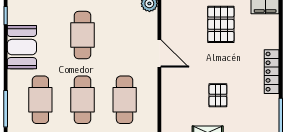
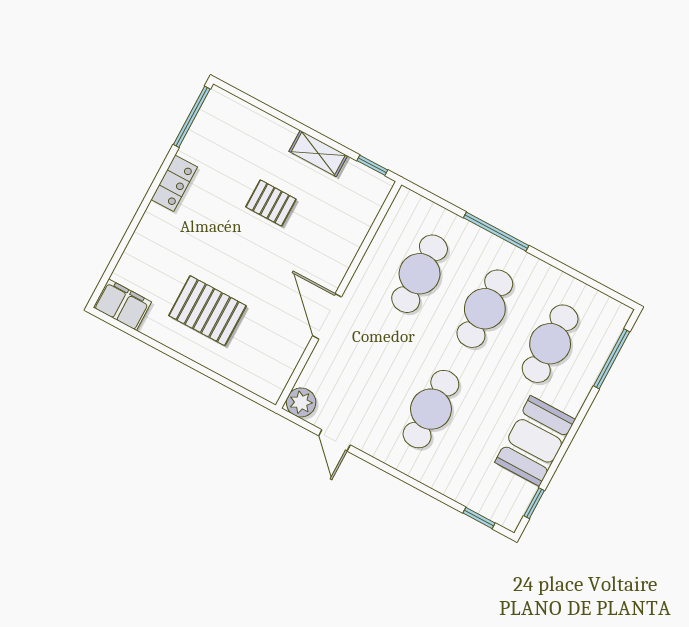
pallet: (221, 24) -> (207, 311), turned 90
locker: (272, 72) -> (174, 183), width x0.66
pallet: (218, 95) -> (271, 203), turned 90

